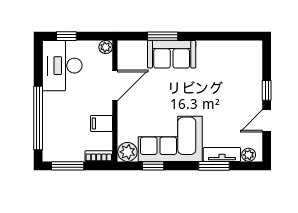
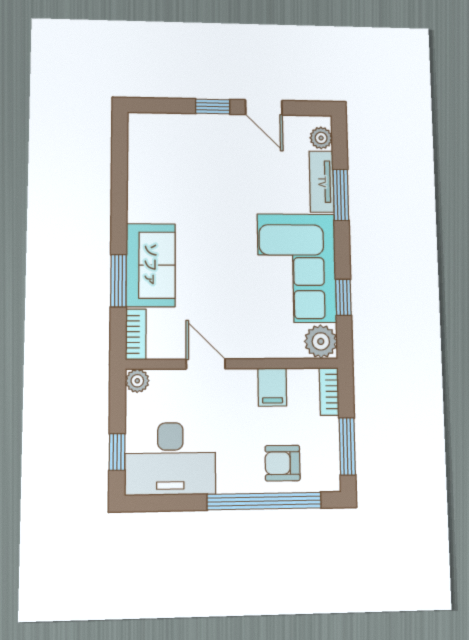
bookcase: (132, 46) -> (136, 334), added
door: (115, 86) -> (206, 364), width x0.73
armchair: (59, 129) -> (283, 463), added

